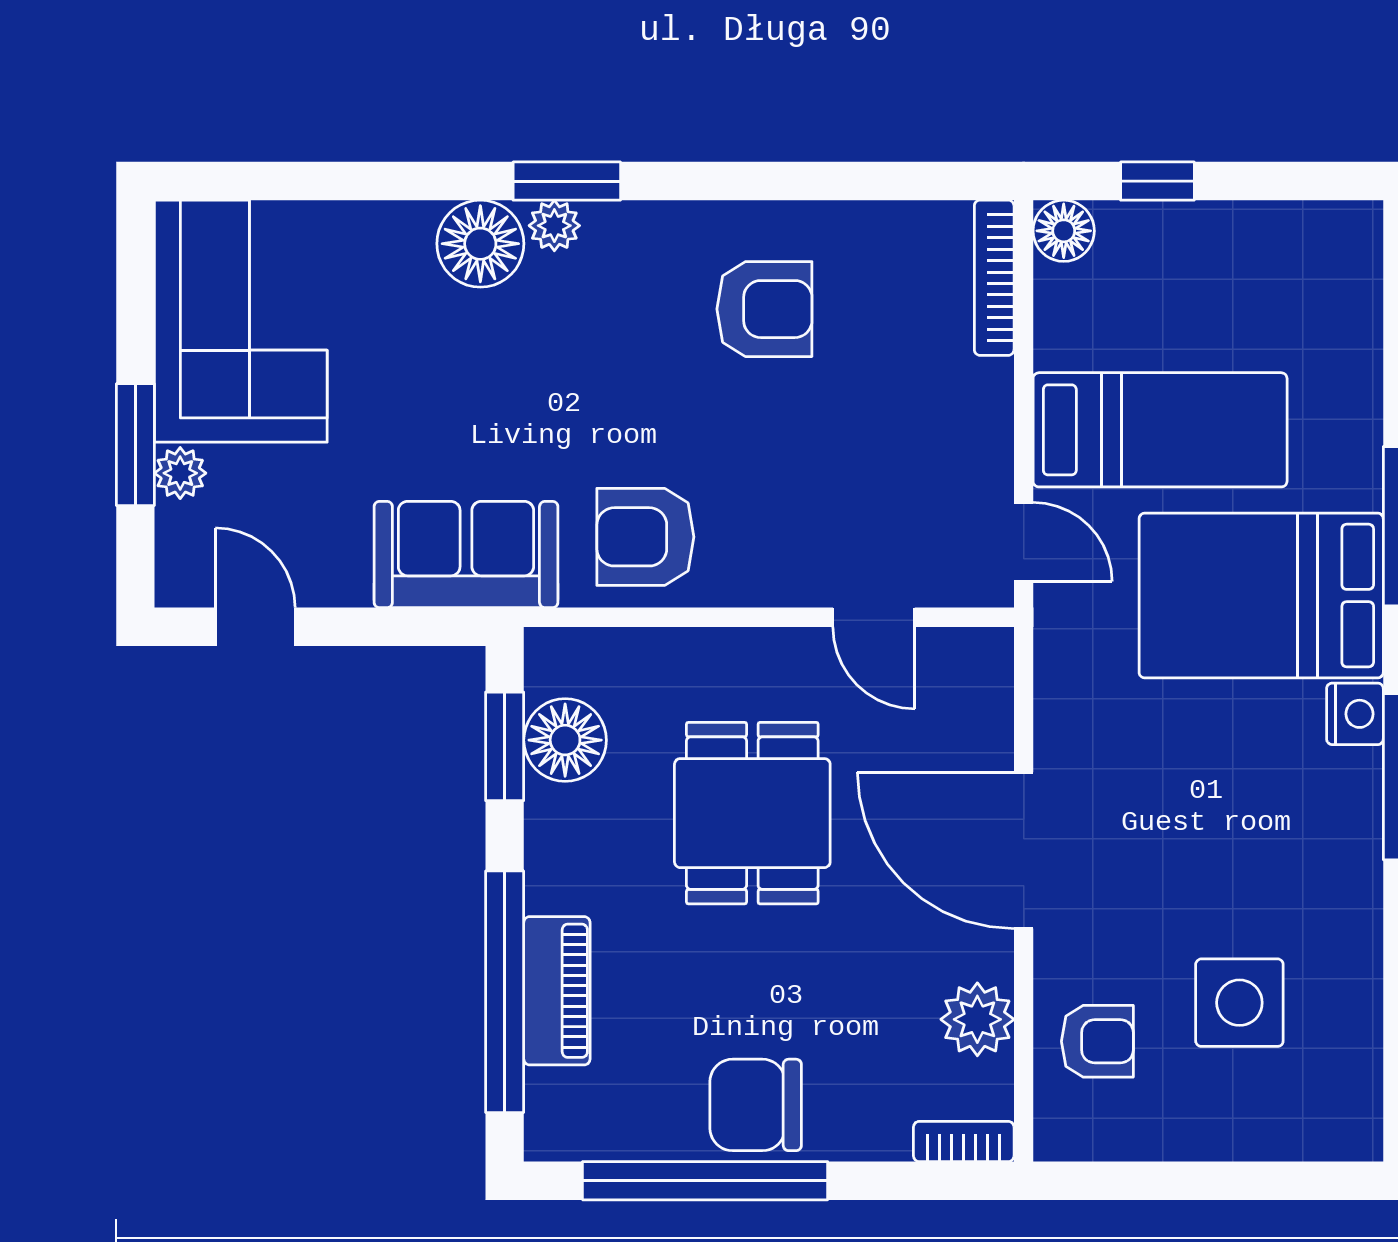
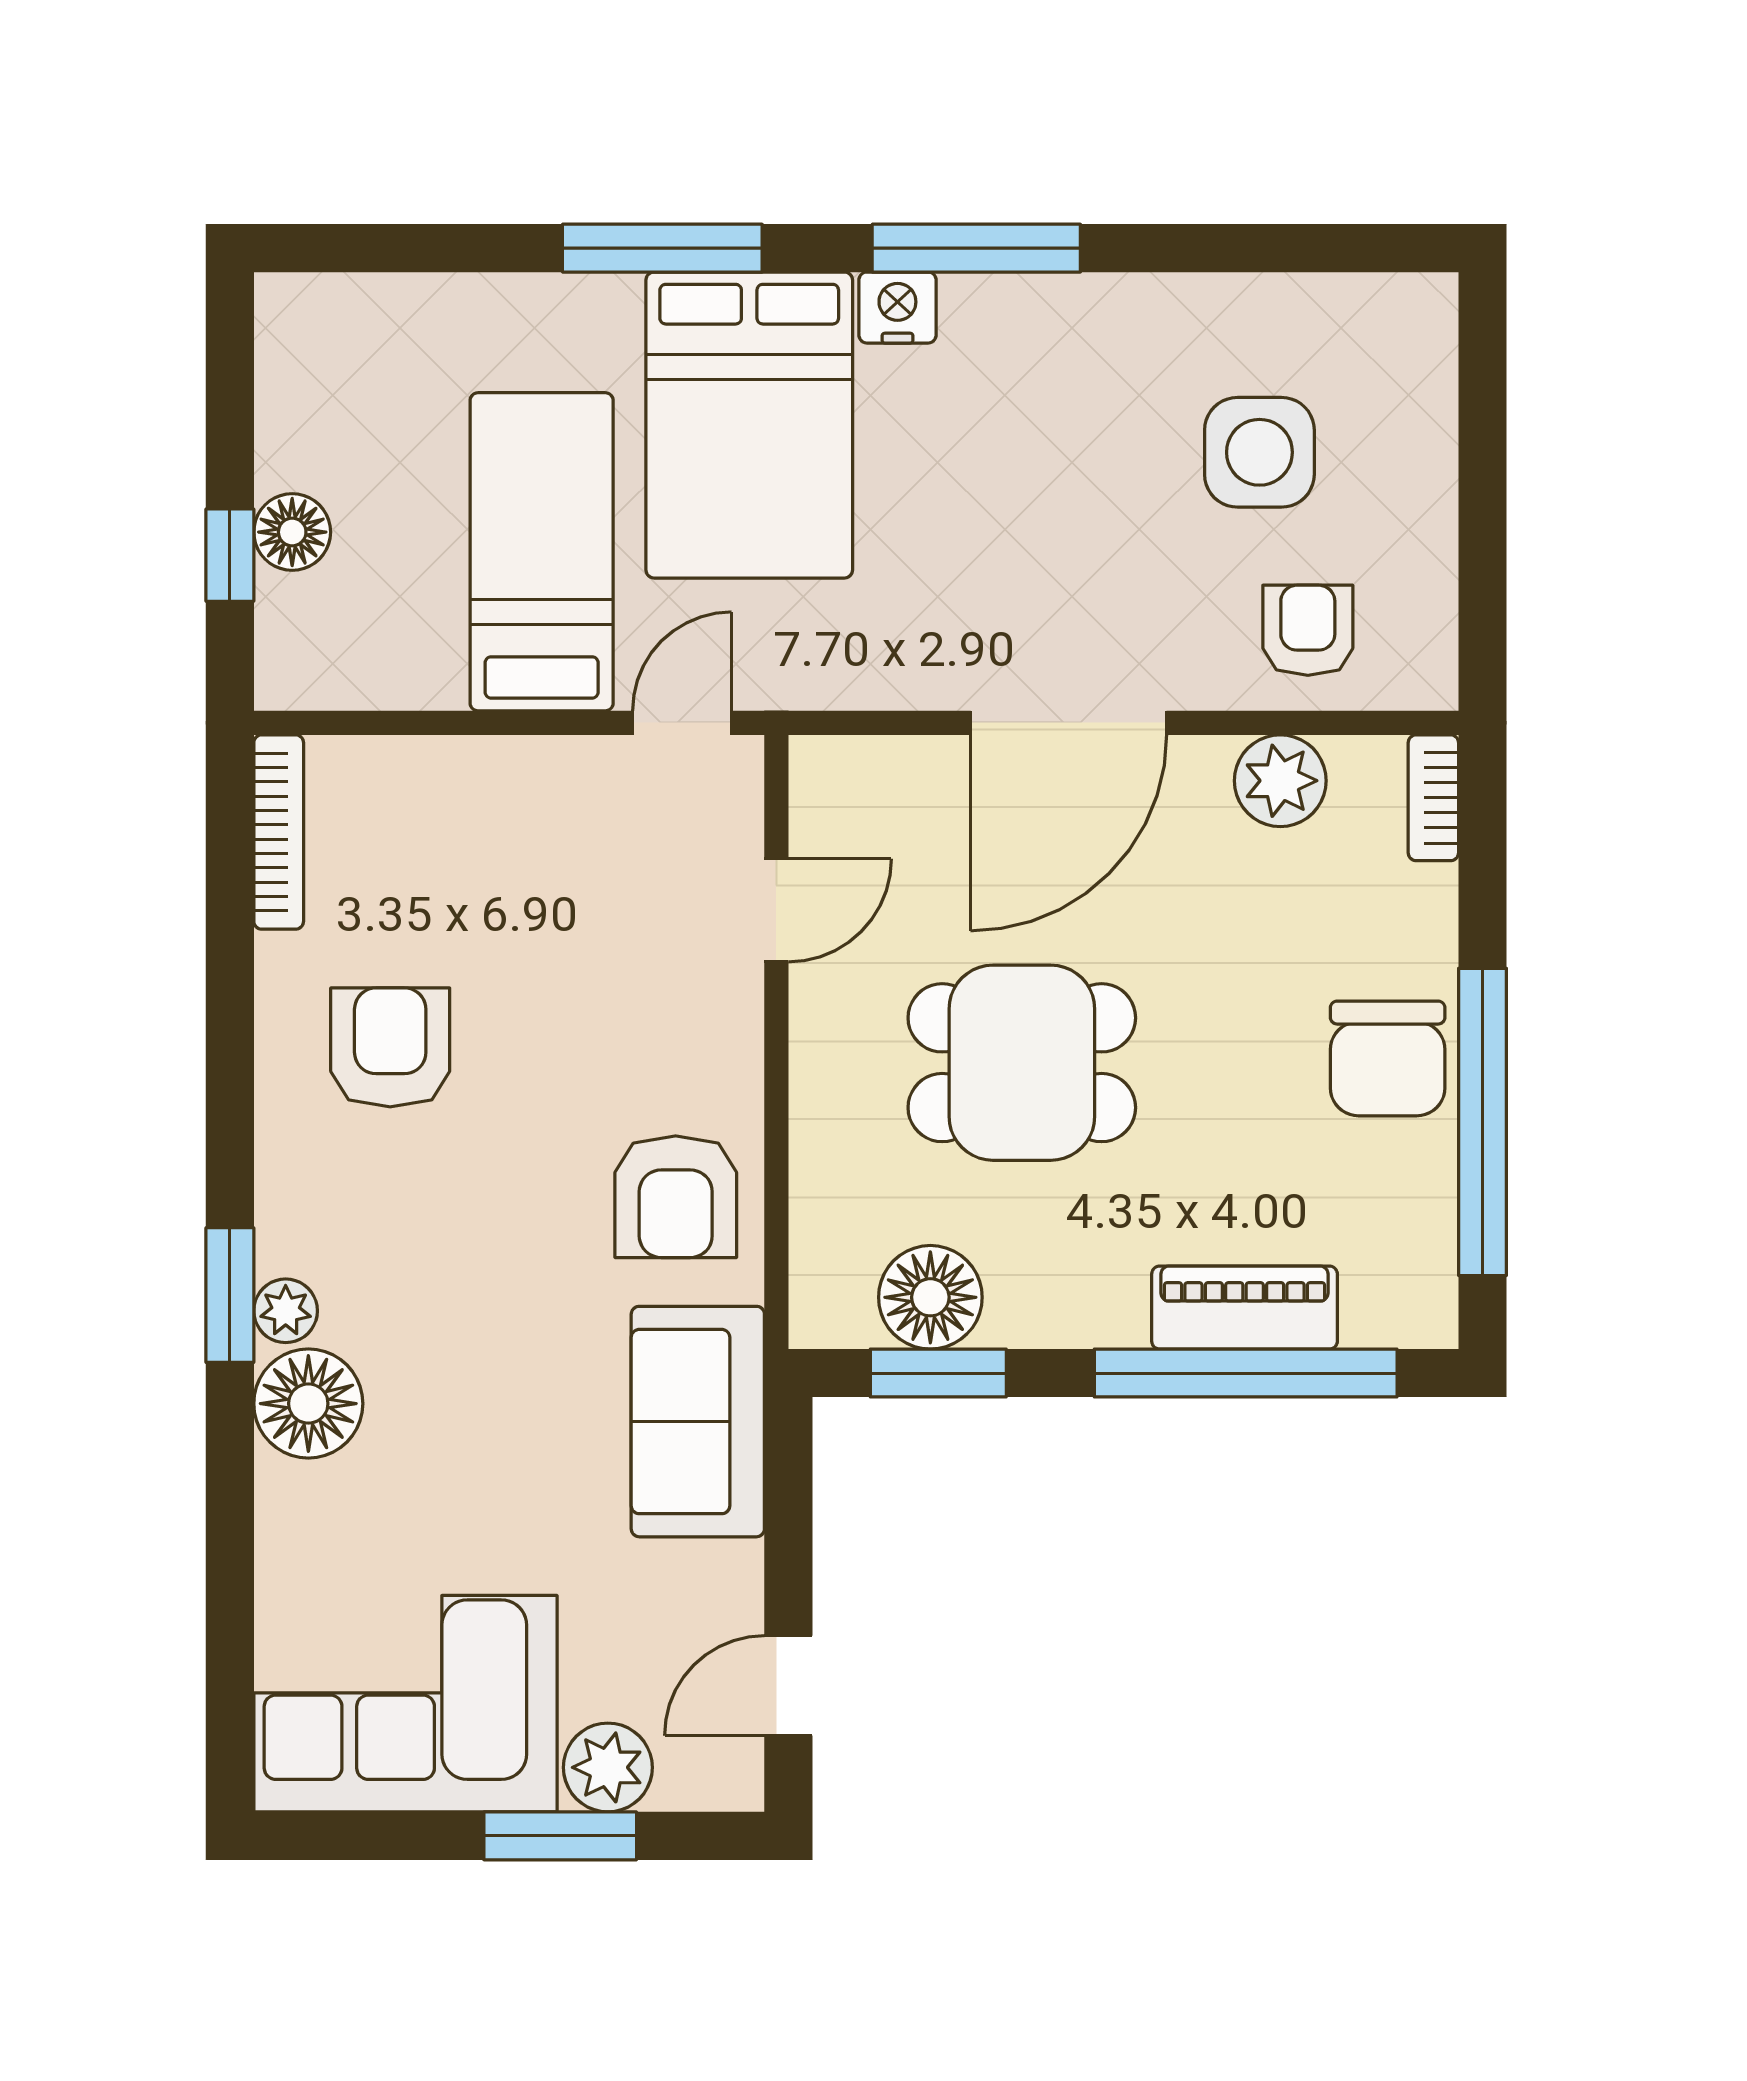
floor lamp: (1064, 231) -> (292, 532), moved
bookcase: (994, 278) -> (279, 832), moved, turned -90
plant: (180, 473) -> (608, 1767), width x1.38, depth x1.38

